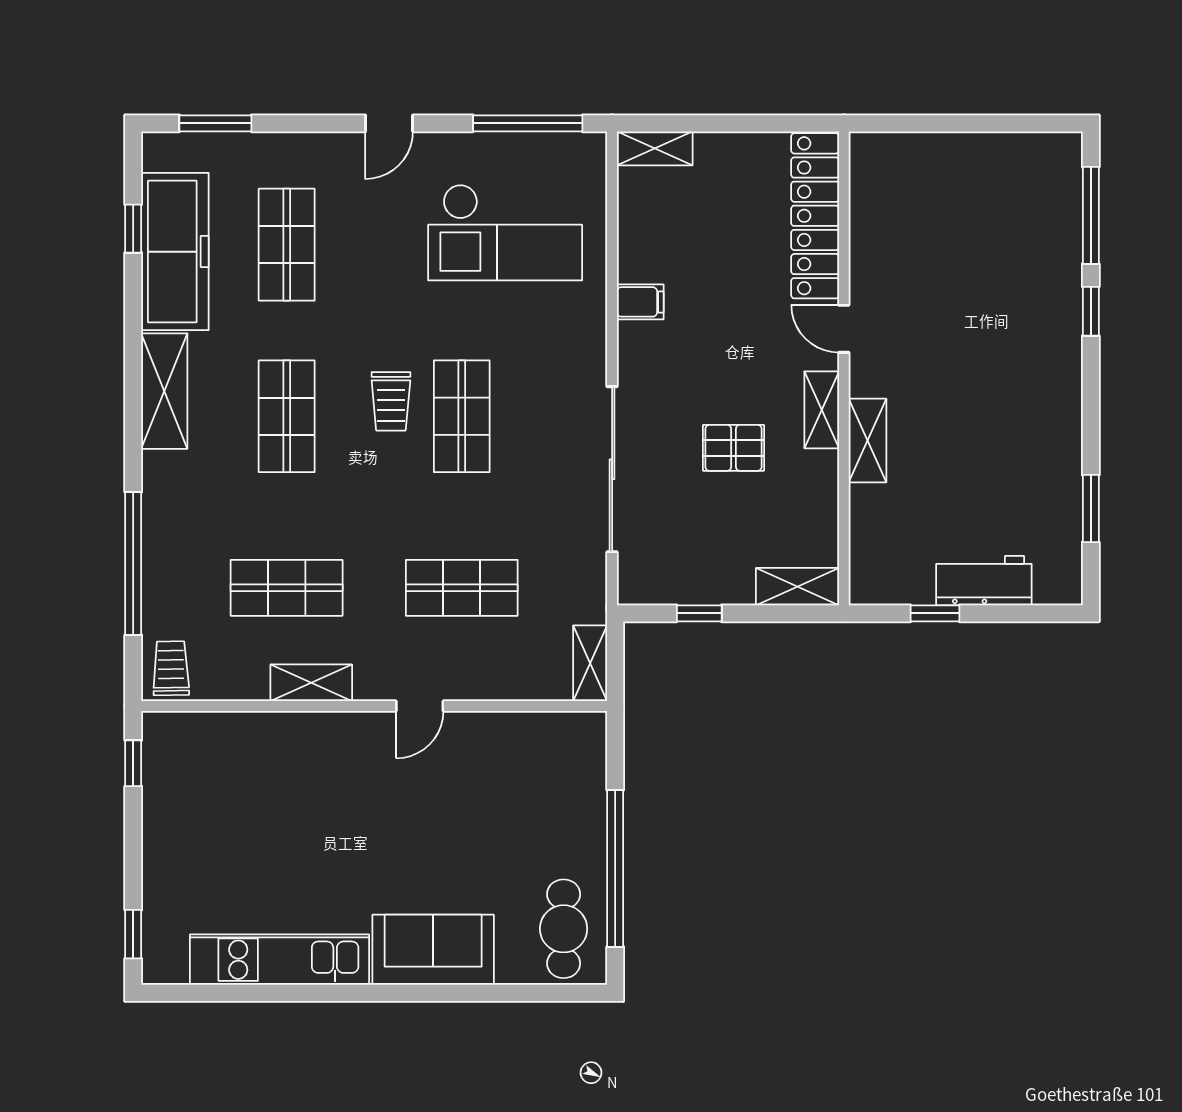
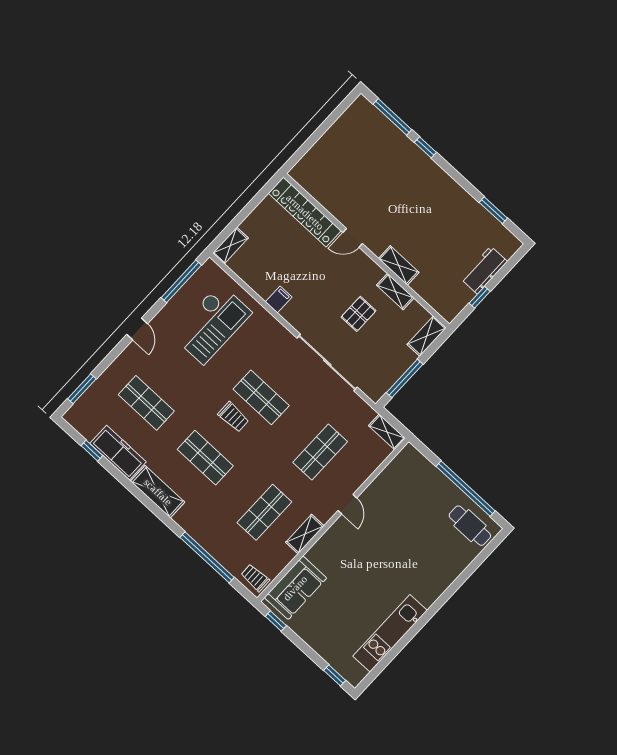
freezer: (175, 252) -> (118, 453), width x0.73, depth x0.79
shelving: (822, 410) -> (395, 292), moved
window: (699, 613) -> (405, 378), width x2.17
sofa: (433, 950) -> (295, 588), moved, turned 180

